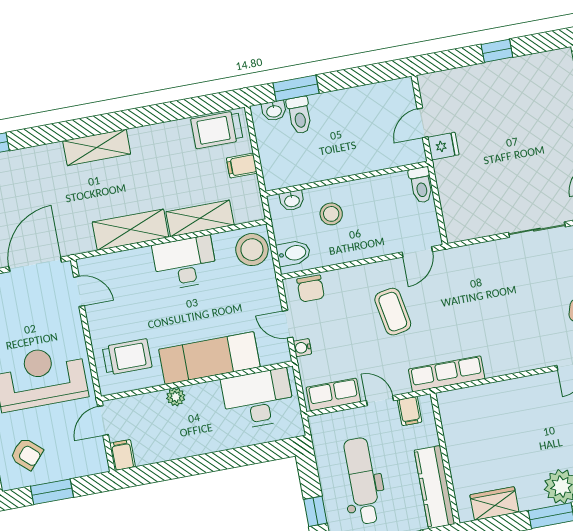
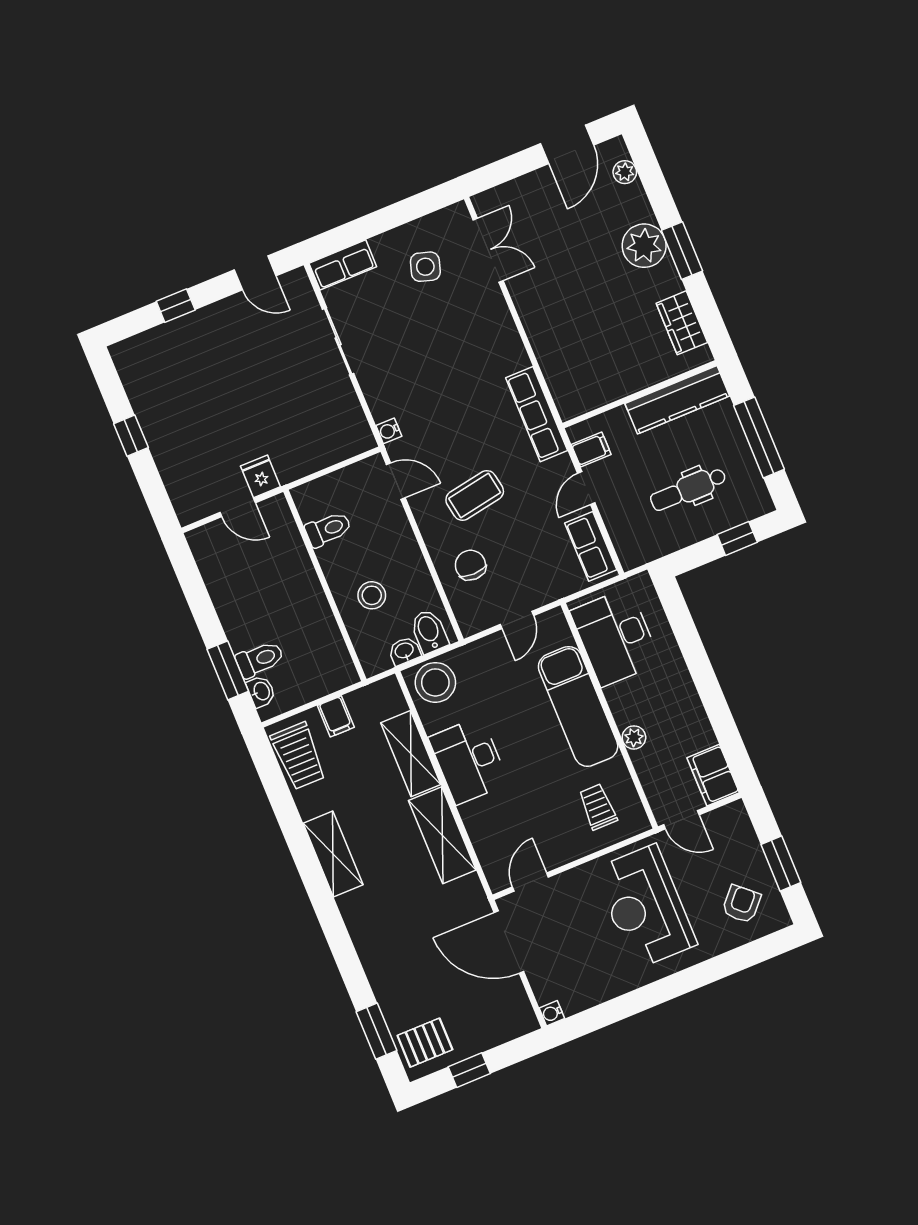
shelving: (97, 147) -> (333, 854), moved
toilet: (421, 185) -> (328, 529), moved
washbasin: (292, 201) -> (404, 651), moved, turned -90
chair: (311, 289) -> (470, 565), moved, turned -90
water cooler: (302, 348) -> (389, 431), moved, turned 90
trolley: (127, 357) -> (598, 807), width x0.73, depth x0.72
filing cabinet: (122, 455) -> (713, 775), width x2.00
dental chair: (362, 481) -> (688, 489), width x0.73, depth x0.72

